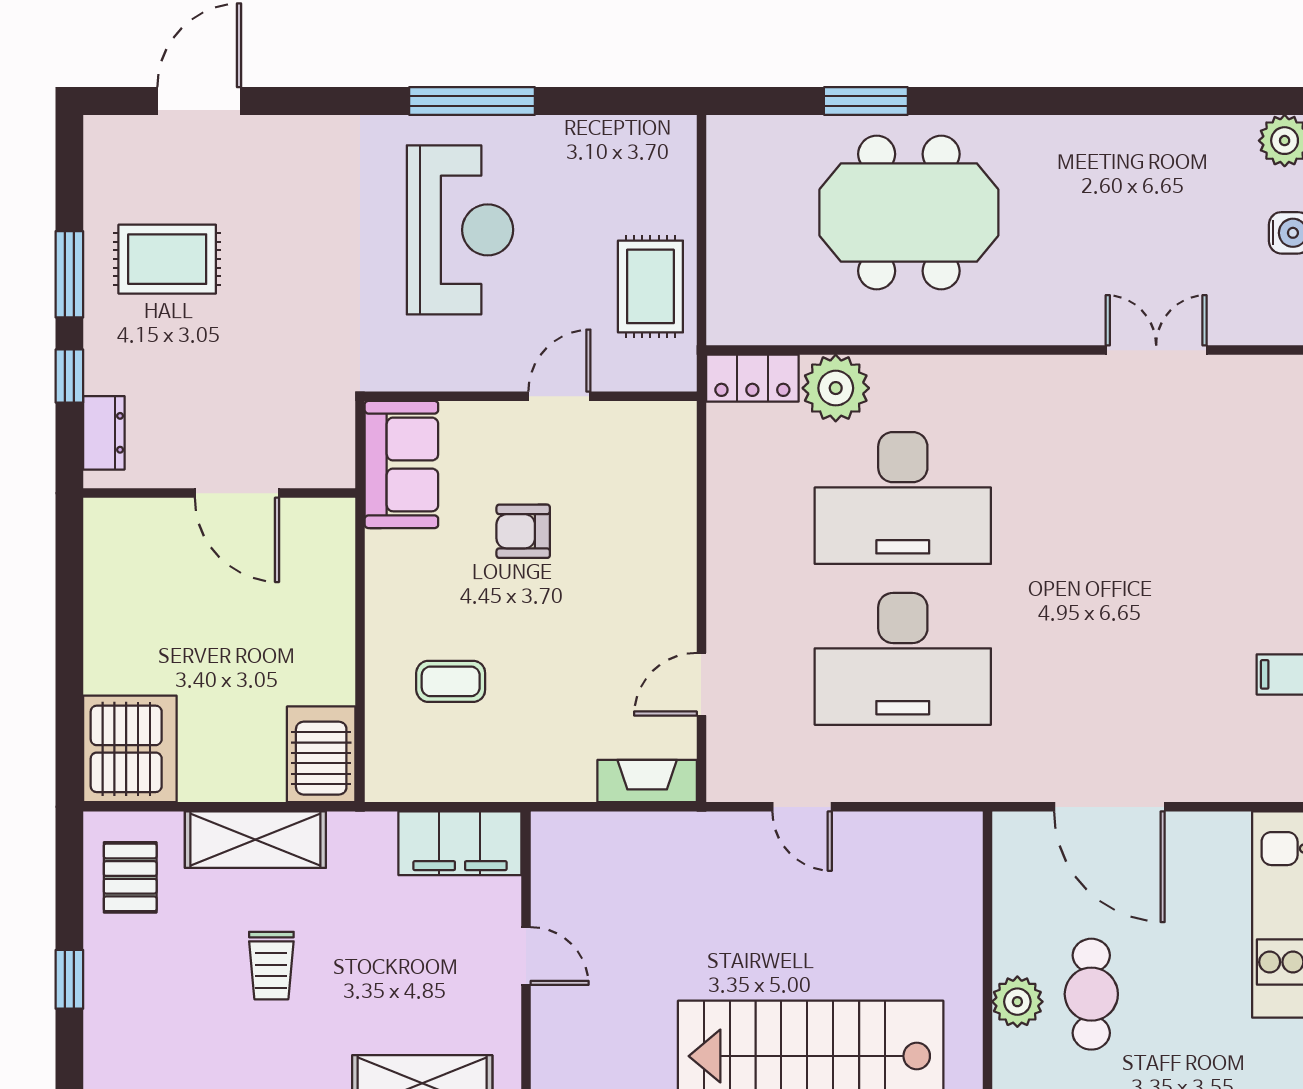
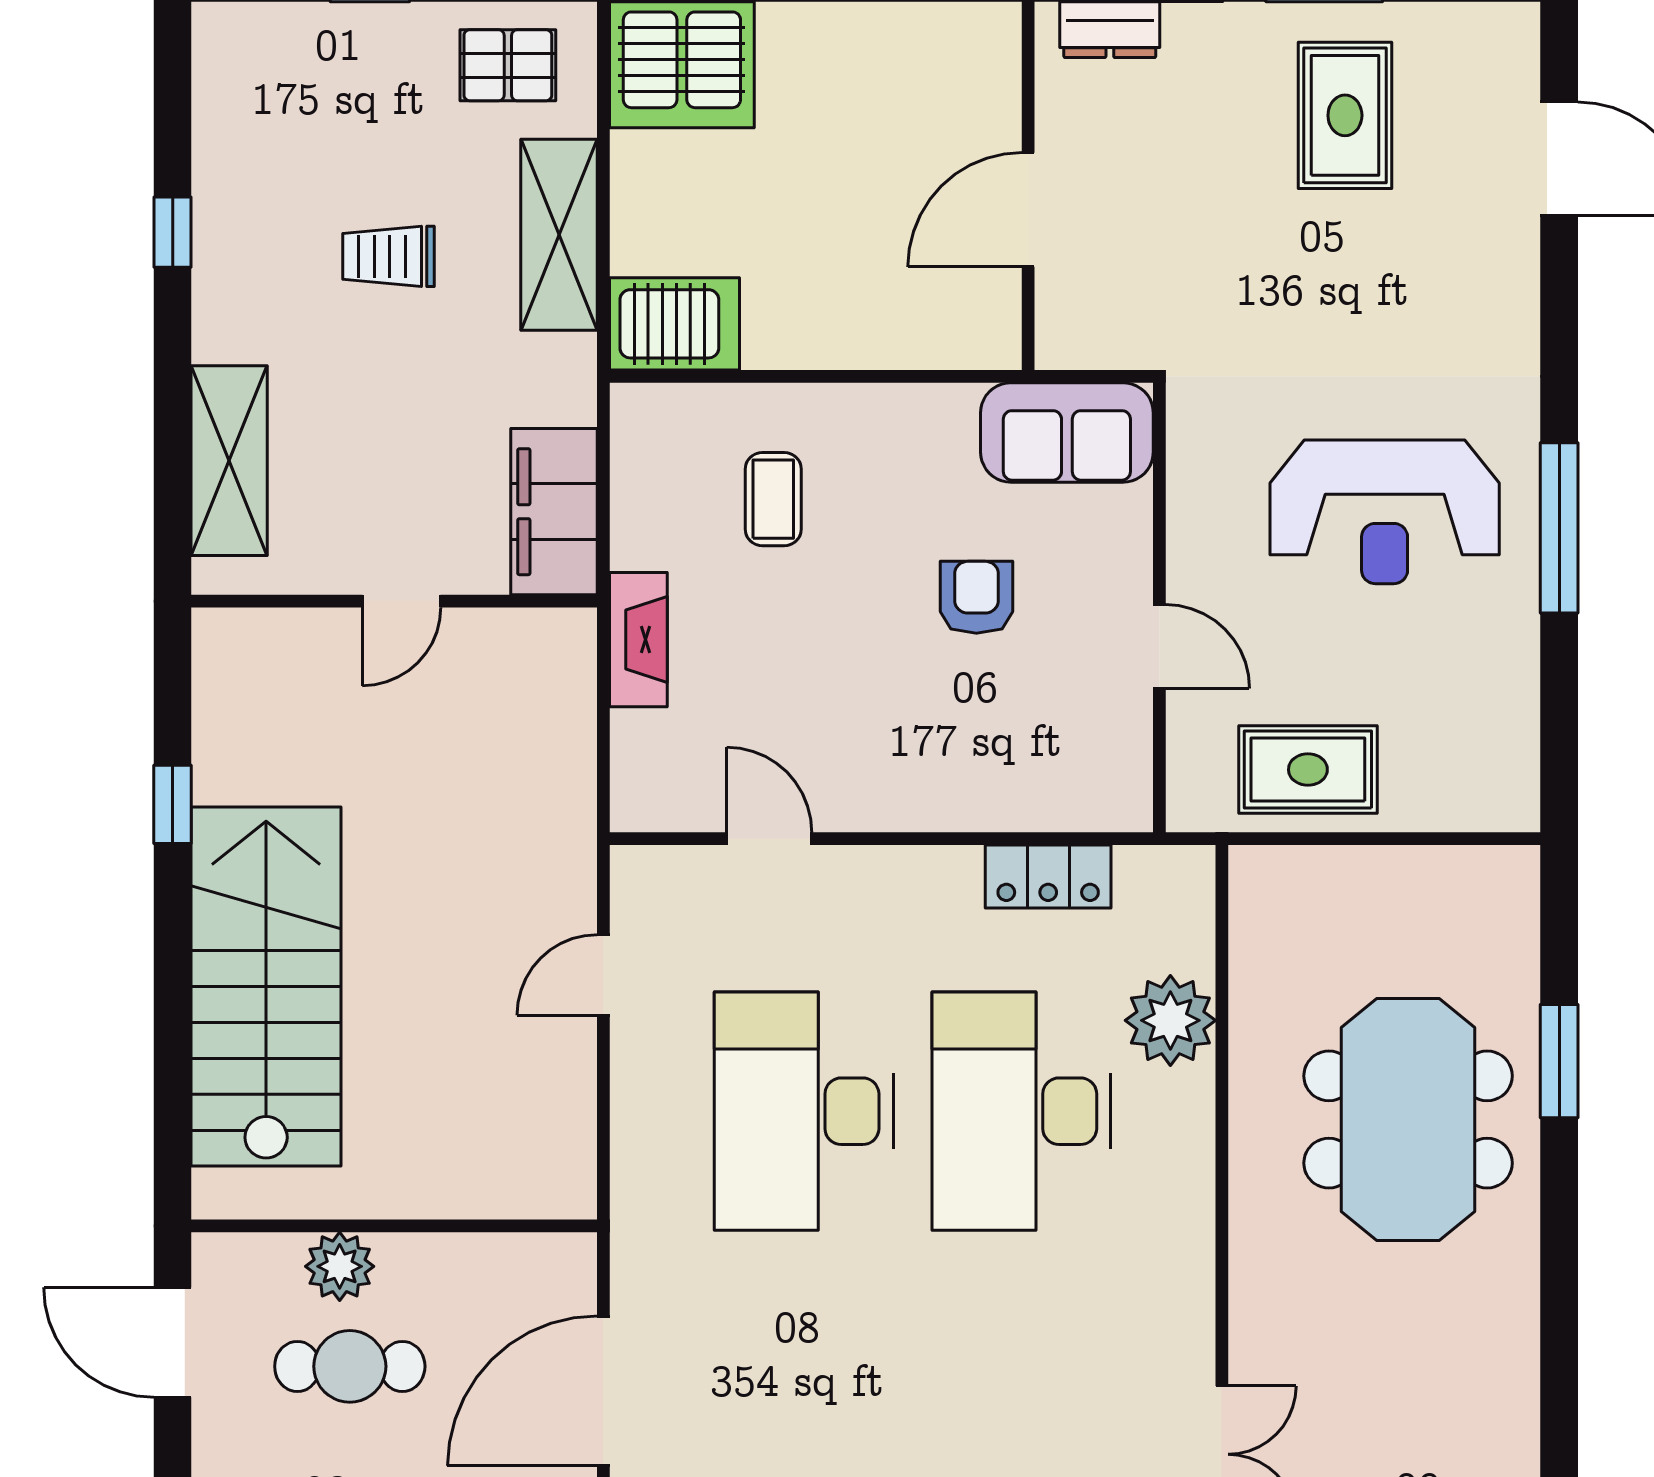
locker: (752, 378) -> (1048, 877), moved, turned -90
fireplace: (647, 781) -> (638, 640), moved

